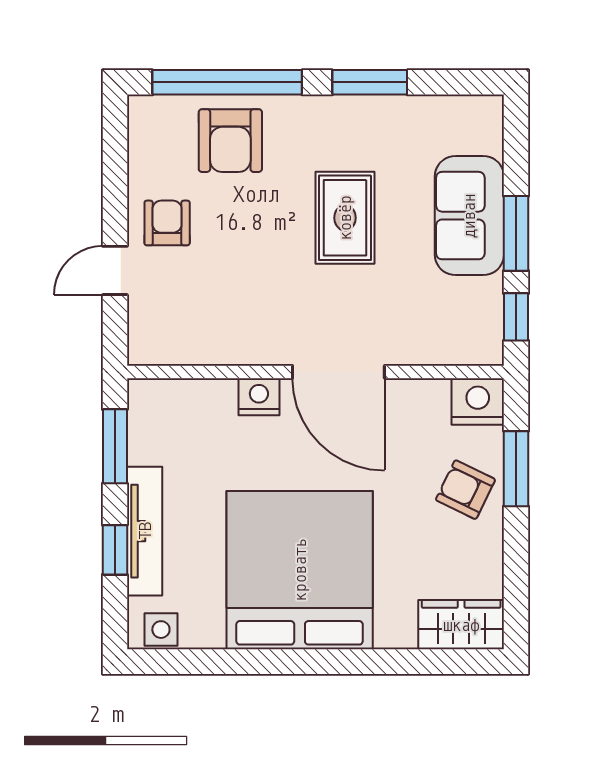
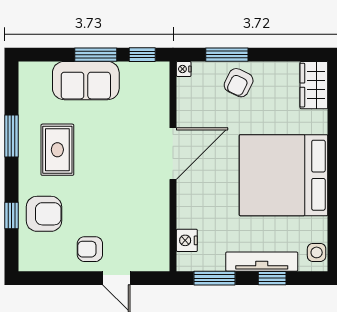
window: (227, 82) -> (11, 216), width x0.32
rug: (345, 218) -> (57, 150), moved, turned 90
nightstand: (259, 397) -> (187, 240), moved
nightstand: (478, 401) -> (184, 69), width x0.53, depth x0.56

